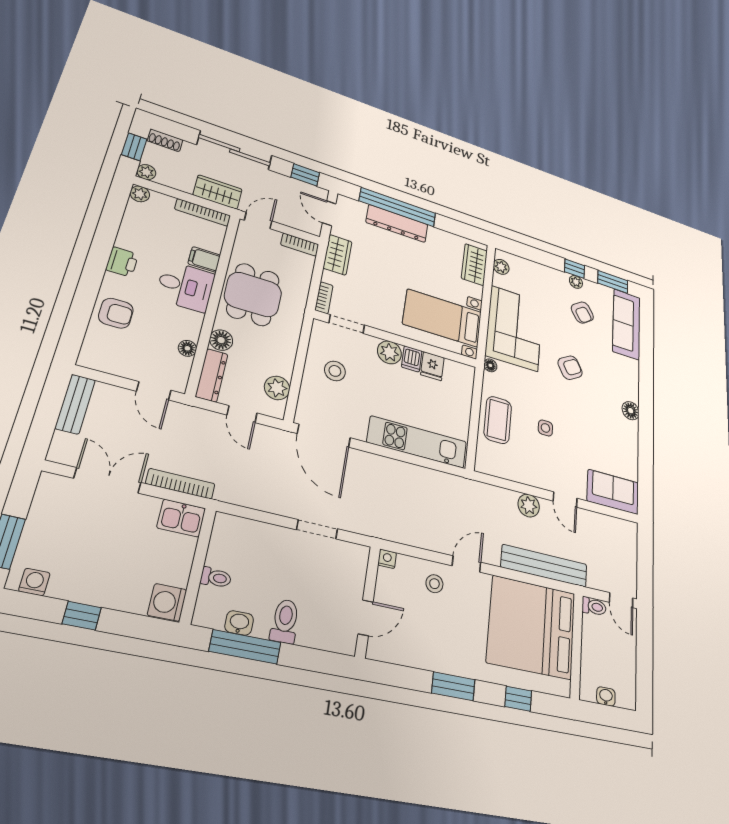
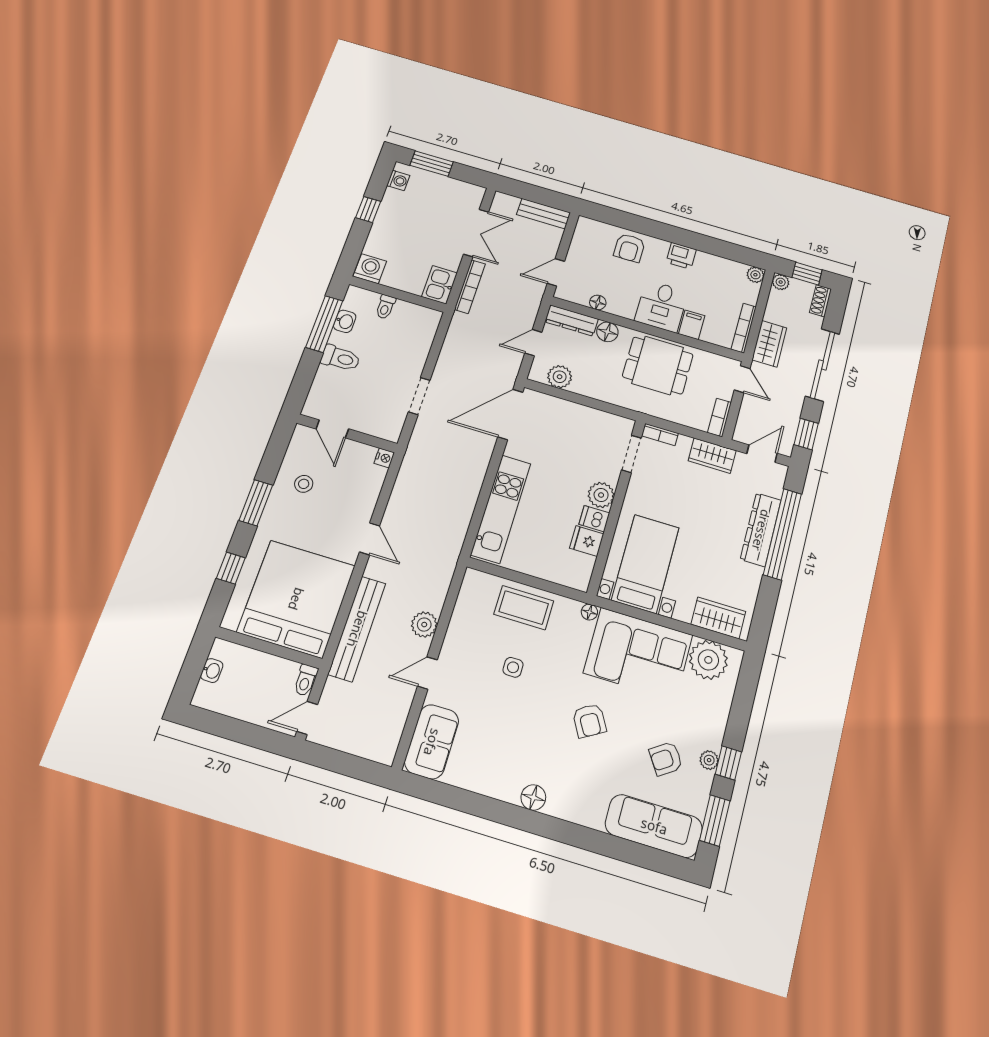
plant: (501, 267) -> (708, 660), width x1.88, depth x1.88
stool: (335, 371) -> (578, 435), removed
stool: (434, 584) -> (304, 484), moved

